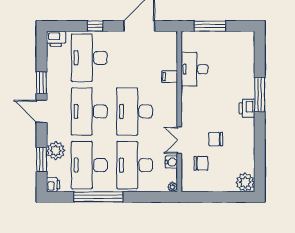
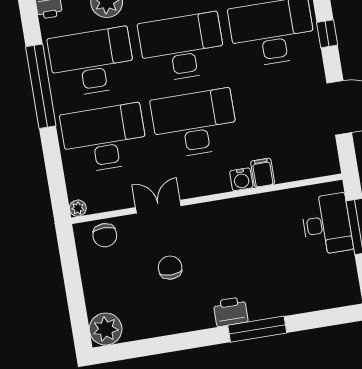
desk: (194, 69) -> (327, 224), moved, turned 90
water cooler: (171, 162) -> (241, 179), moved
chair: (201, 163) -> (105, 235), moved

